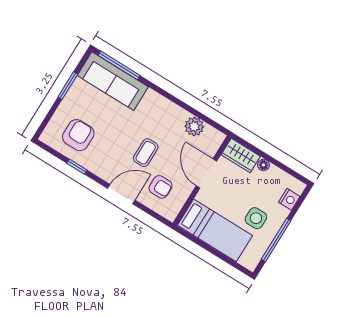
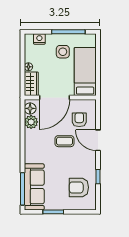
floor lamp: (211, 135) -> (30, 108), added
door: (206, 174) -> (55, 97), width x1.36

